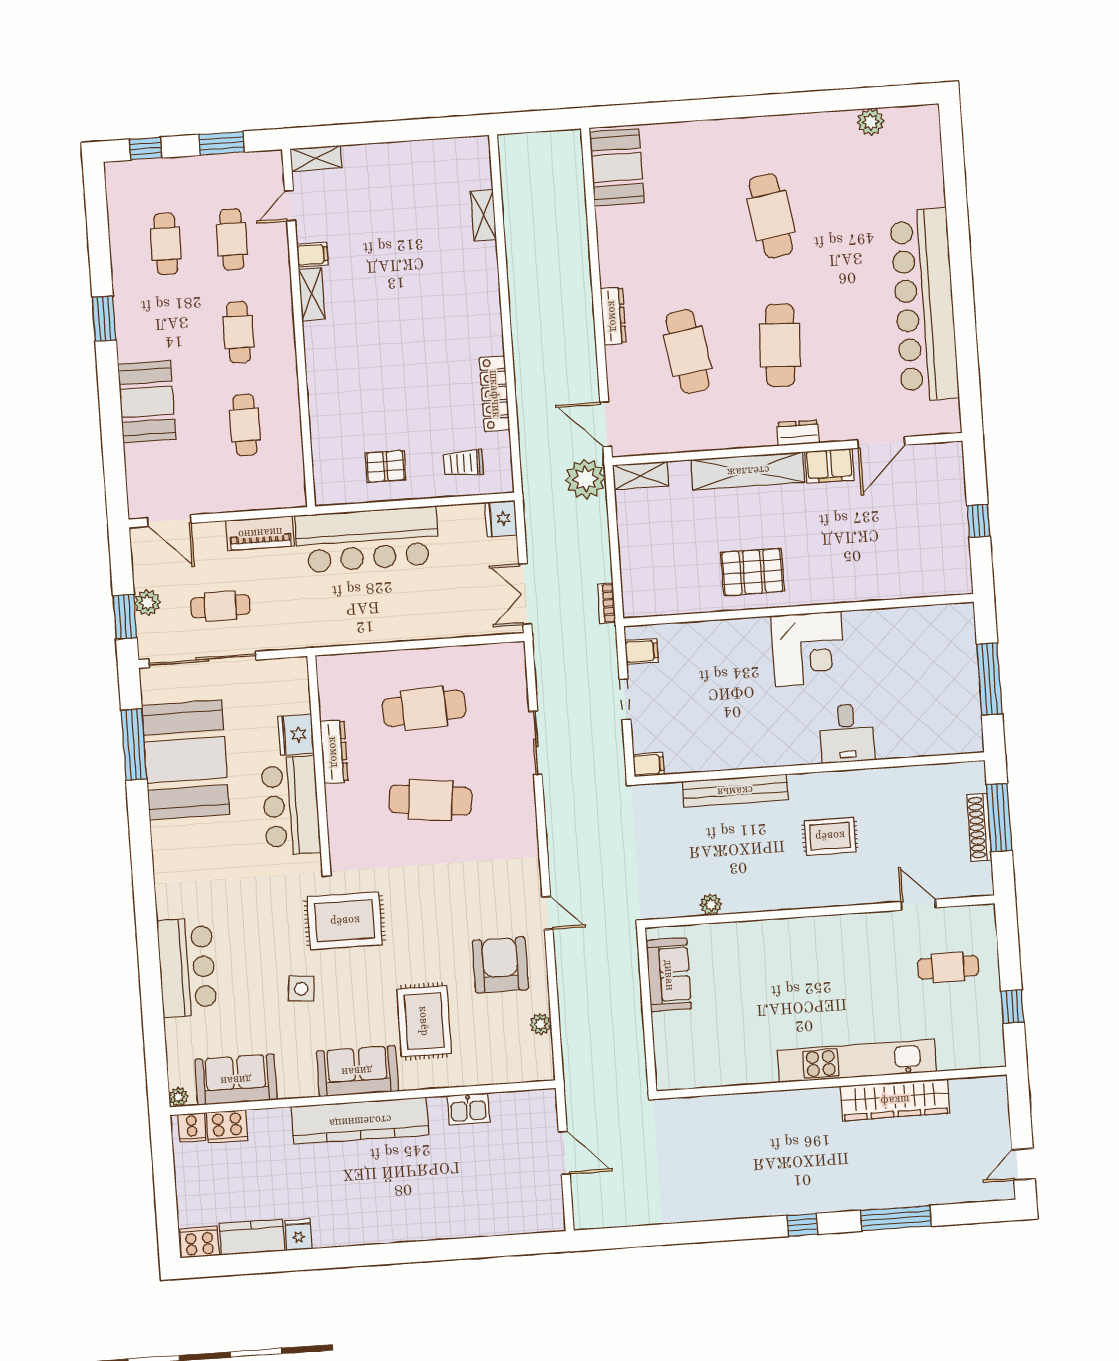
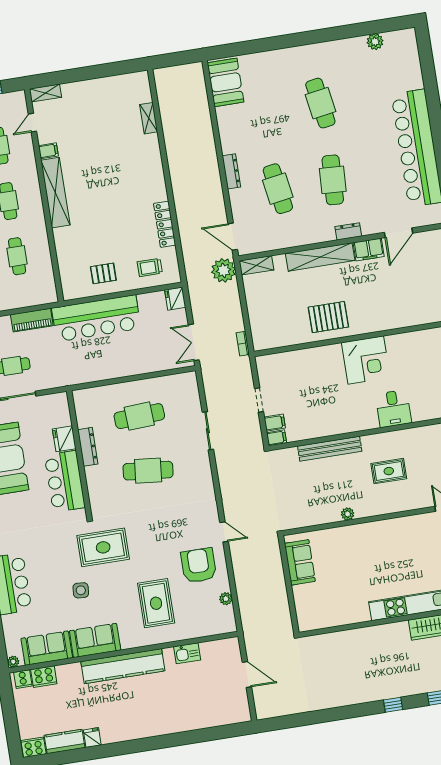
shelving: (312, 294) -> (55, 193), width x2.20, depth x1.33
filing cabinet: (642, 651) -> (275, 423), moved
plant: (711, 905) -> (348, 514), moved
sofa: (357, 1071) -> (95, 640), moved

